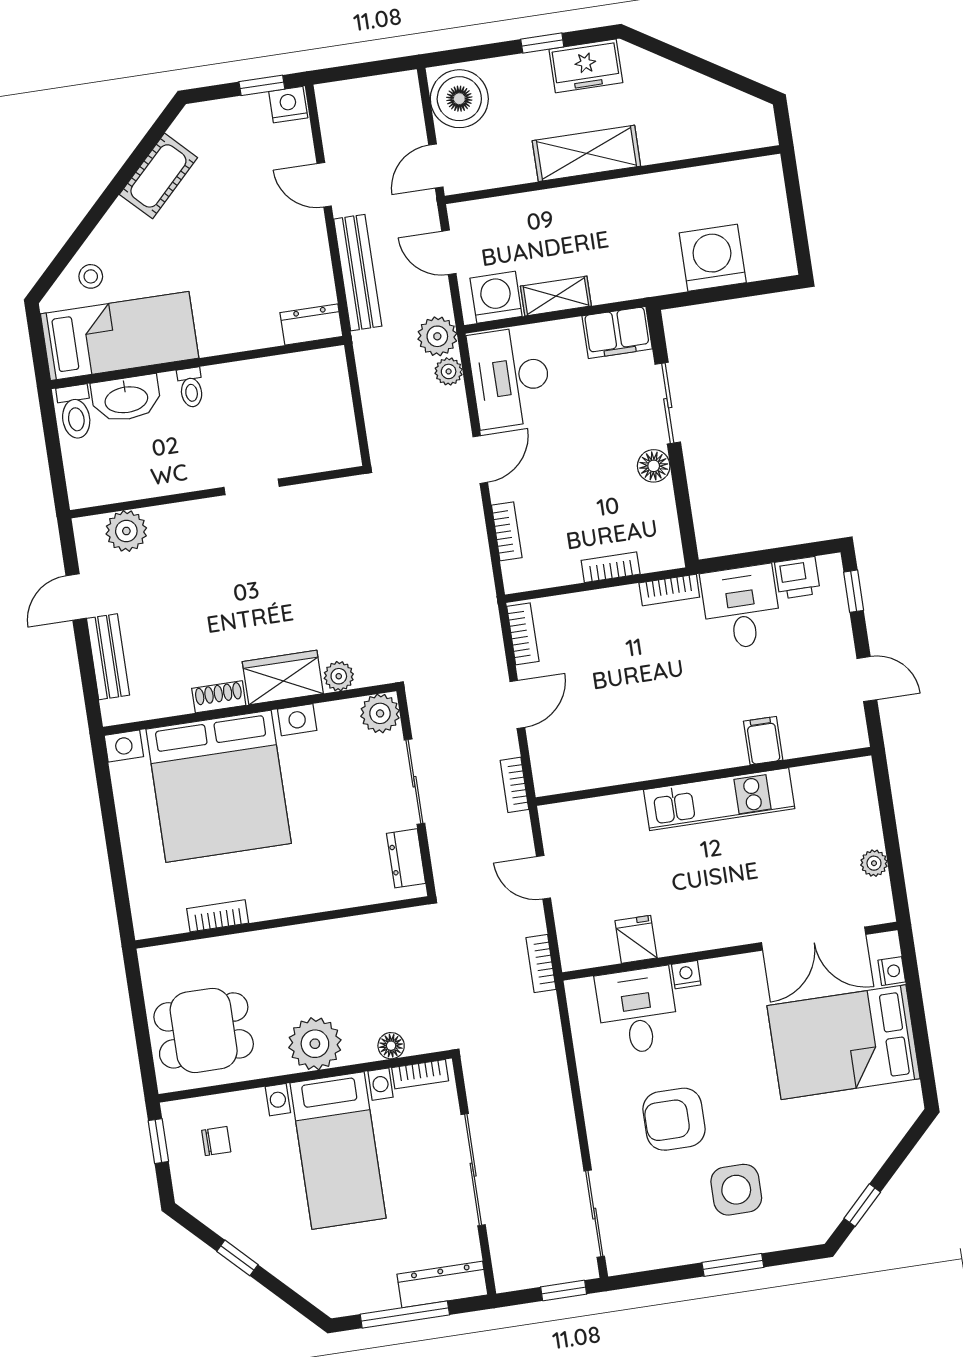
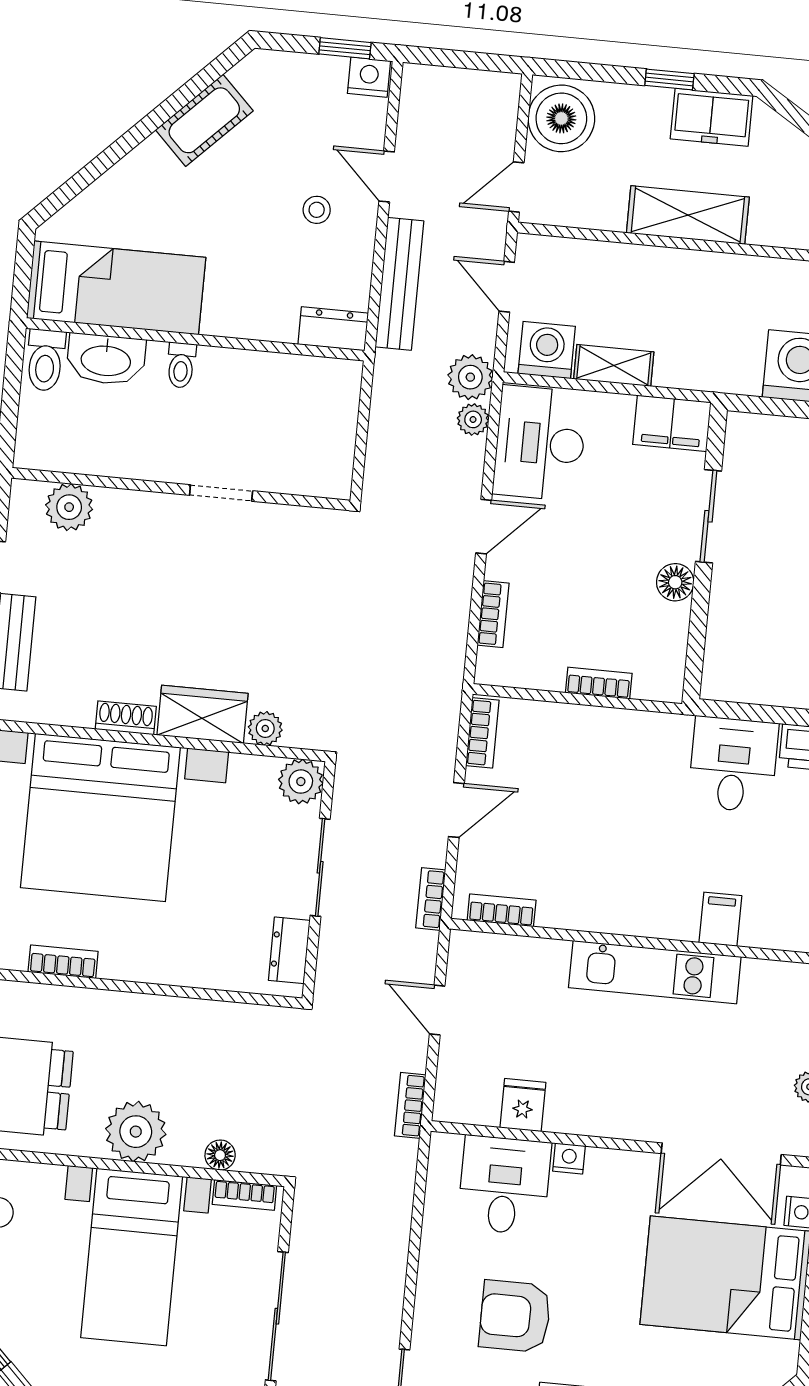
stool: (91, 276) -> (317, 210), moved
bookcase: (669, 590) -> (502, 910), moved, turned 180

